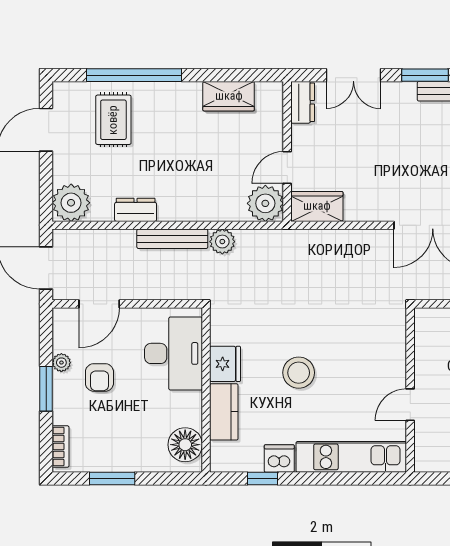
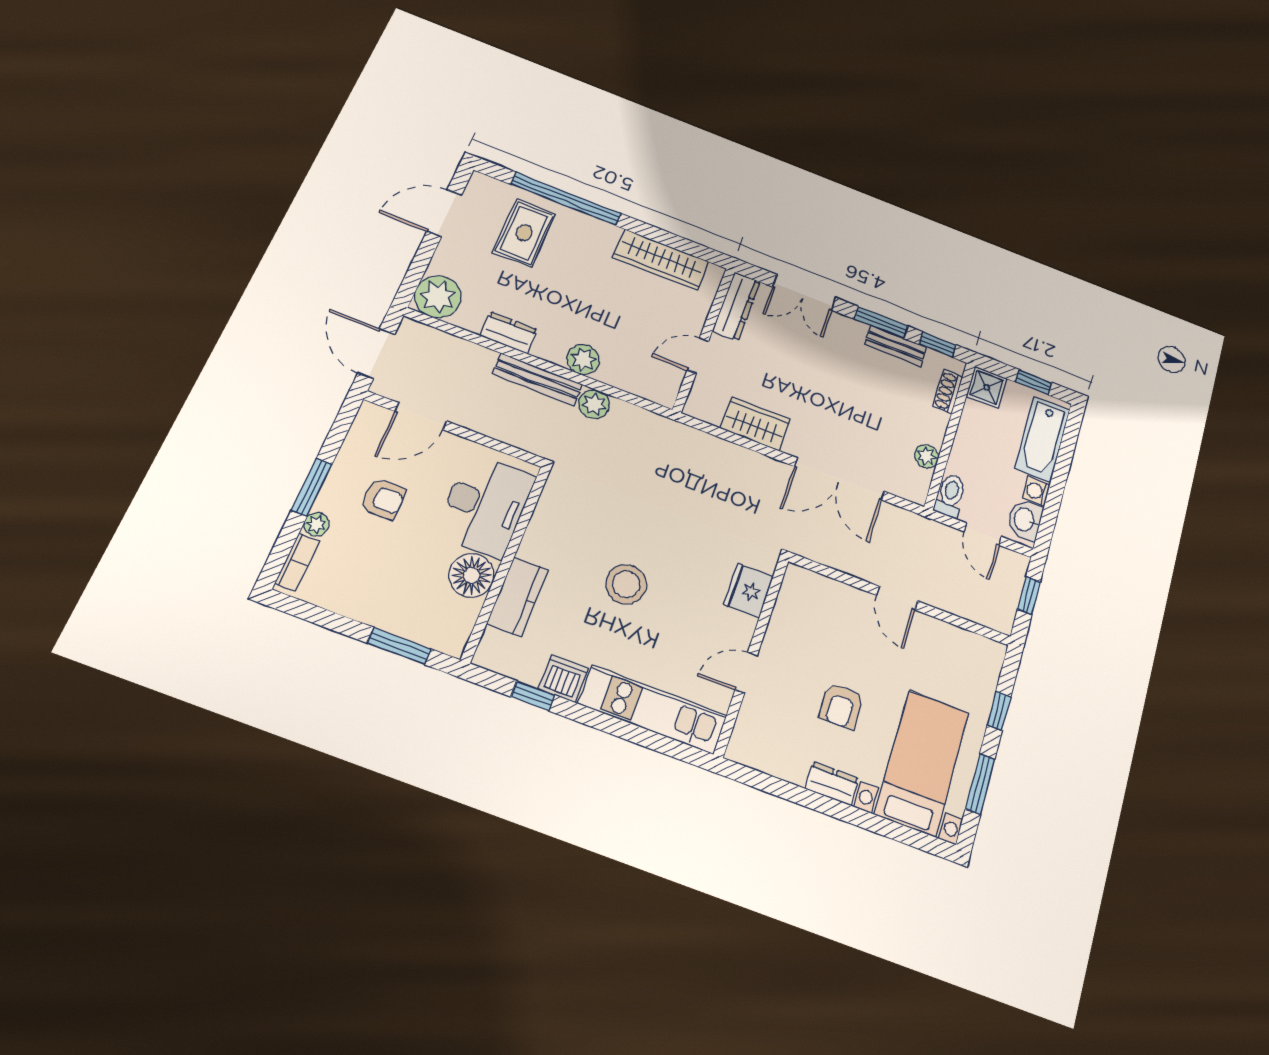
wardrobe: (229, 96) -> (661, 260), width x1.50
dresser: (303, 102) -> (736, 306), width x1.44
plant: (265, 203) -> (583, 359), moved, width x0.73, depth x0.73
wardrobe: (317, 206) -> (755, 424), moved
plant: (61, 363) -> (316, 524), moved
fridge: (225, 364) -> (748, 591), moved, turned 180
armchair: (99, 377) -> (383, 499), turned -90
floor lamp: (185, 445) -> (472, 575), moved
window: (112, 479) -> (399, 646), moved

